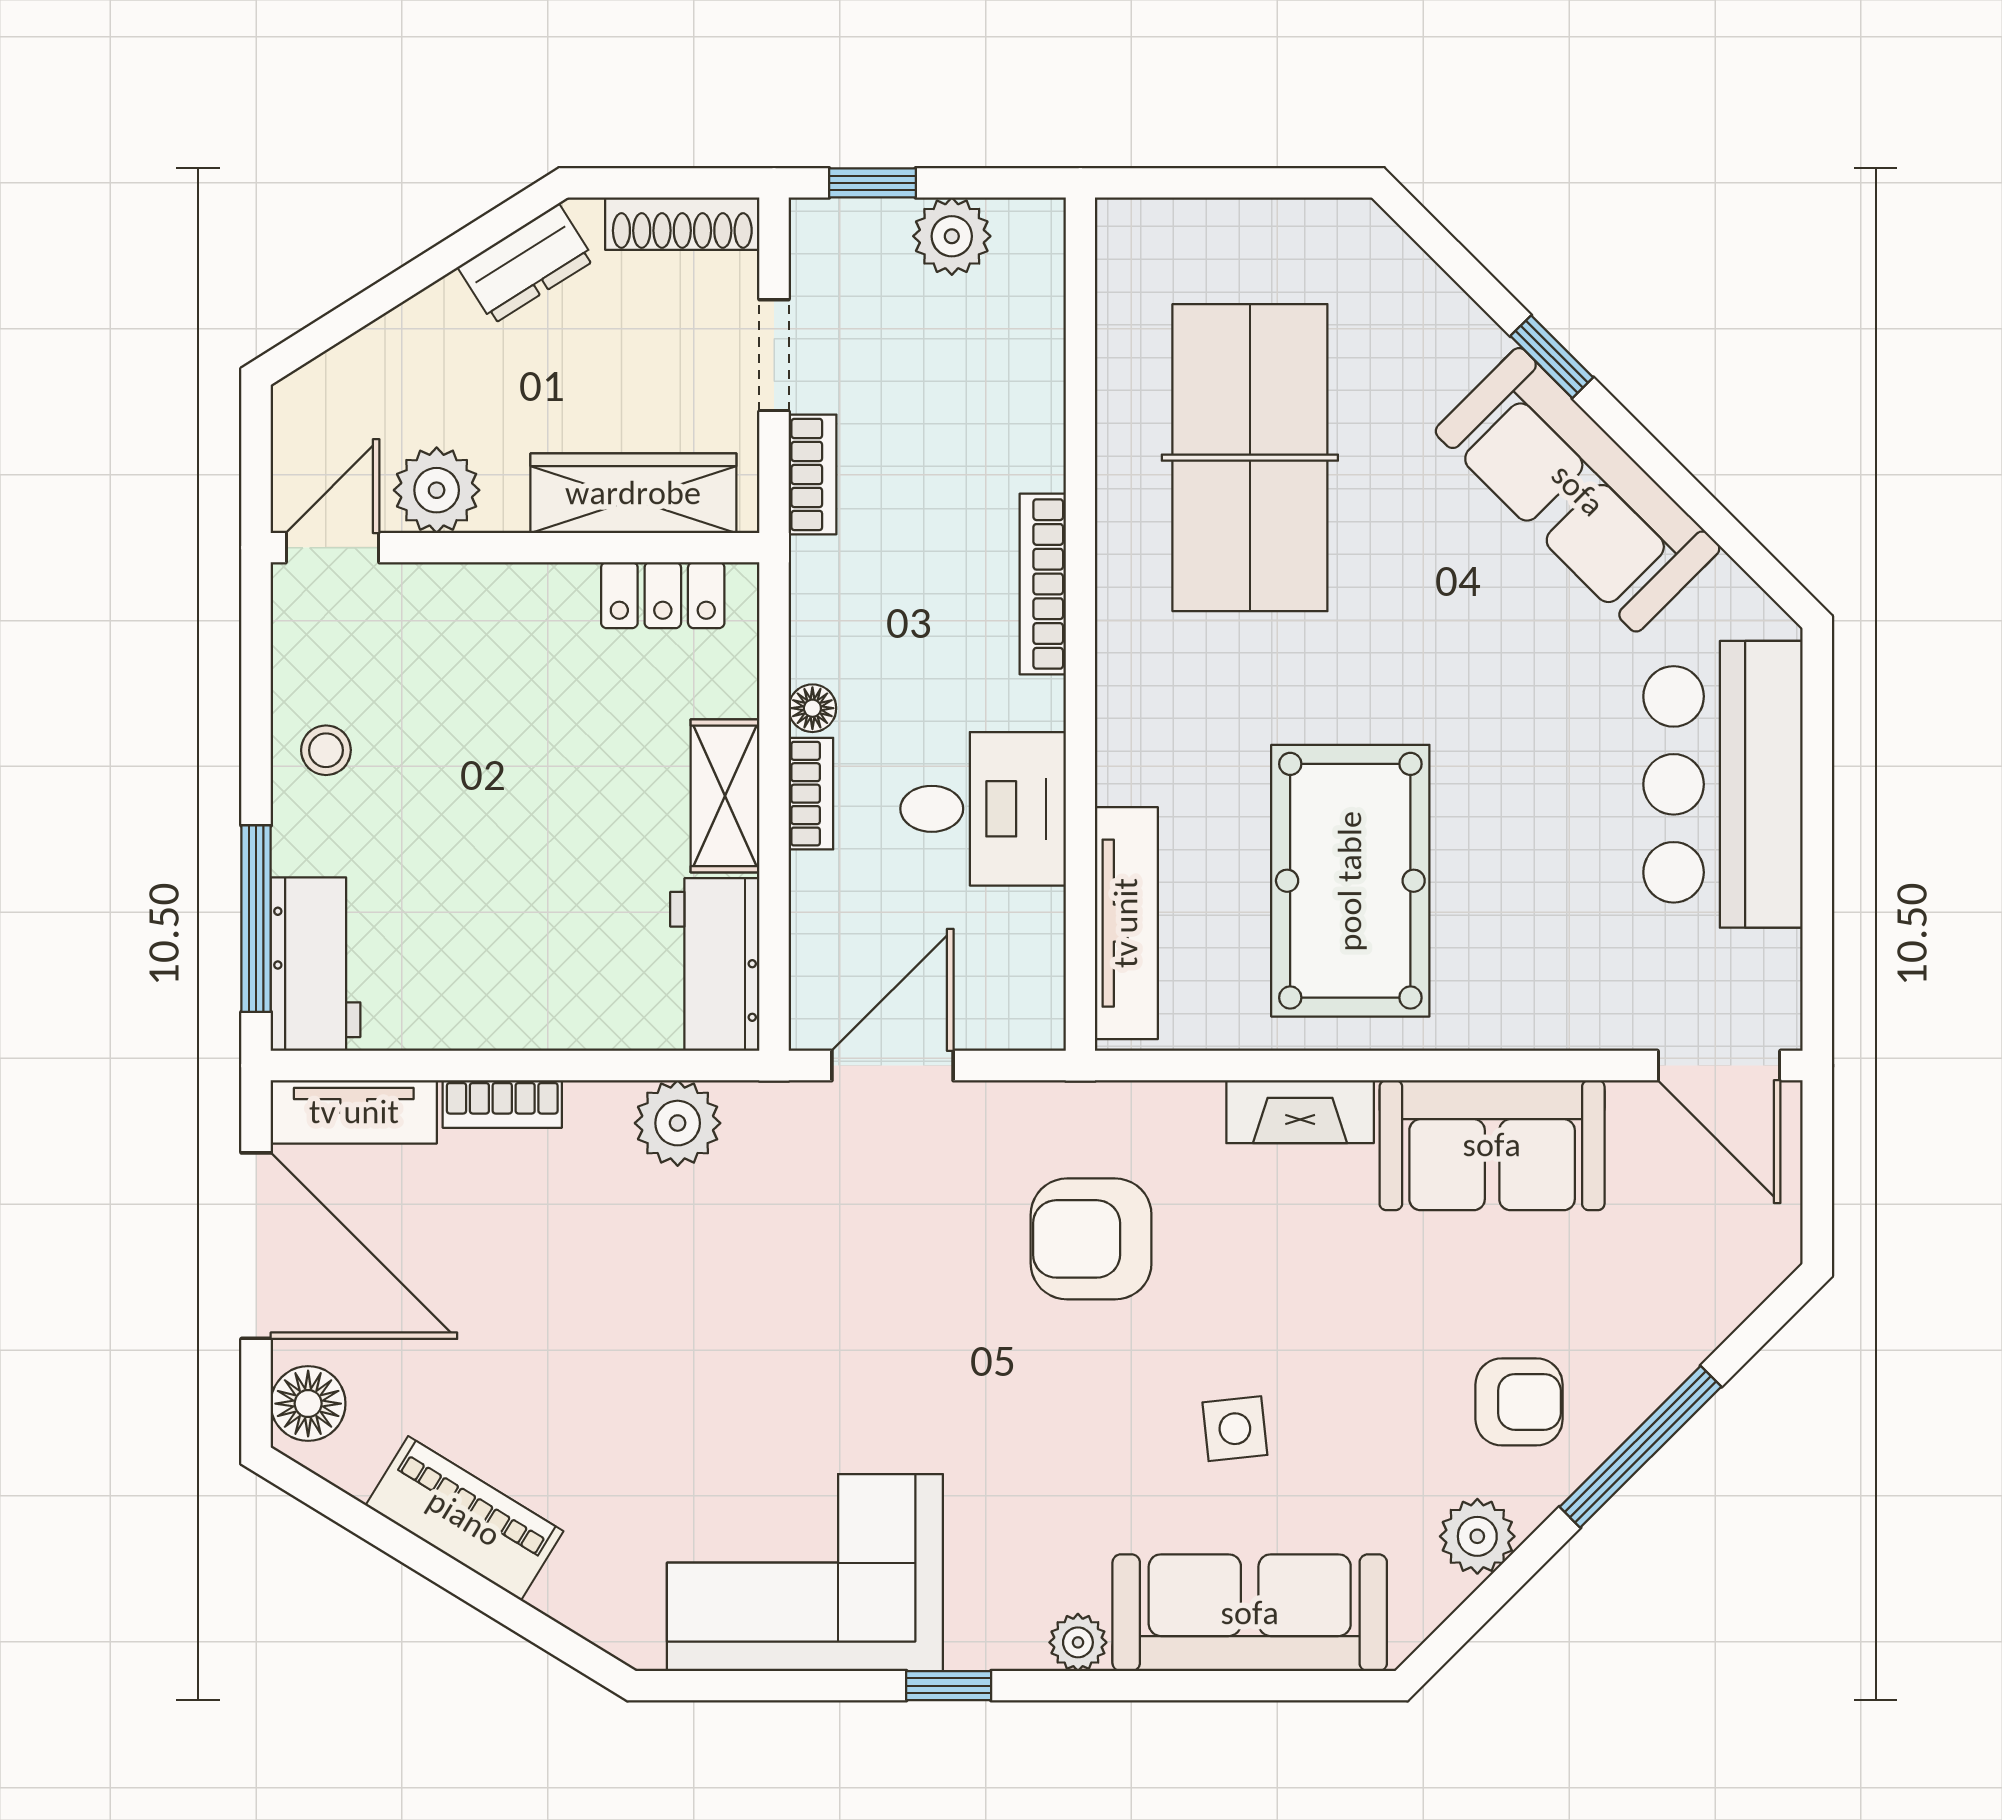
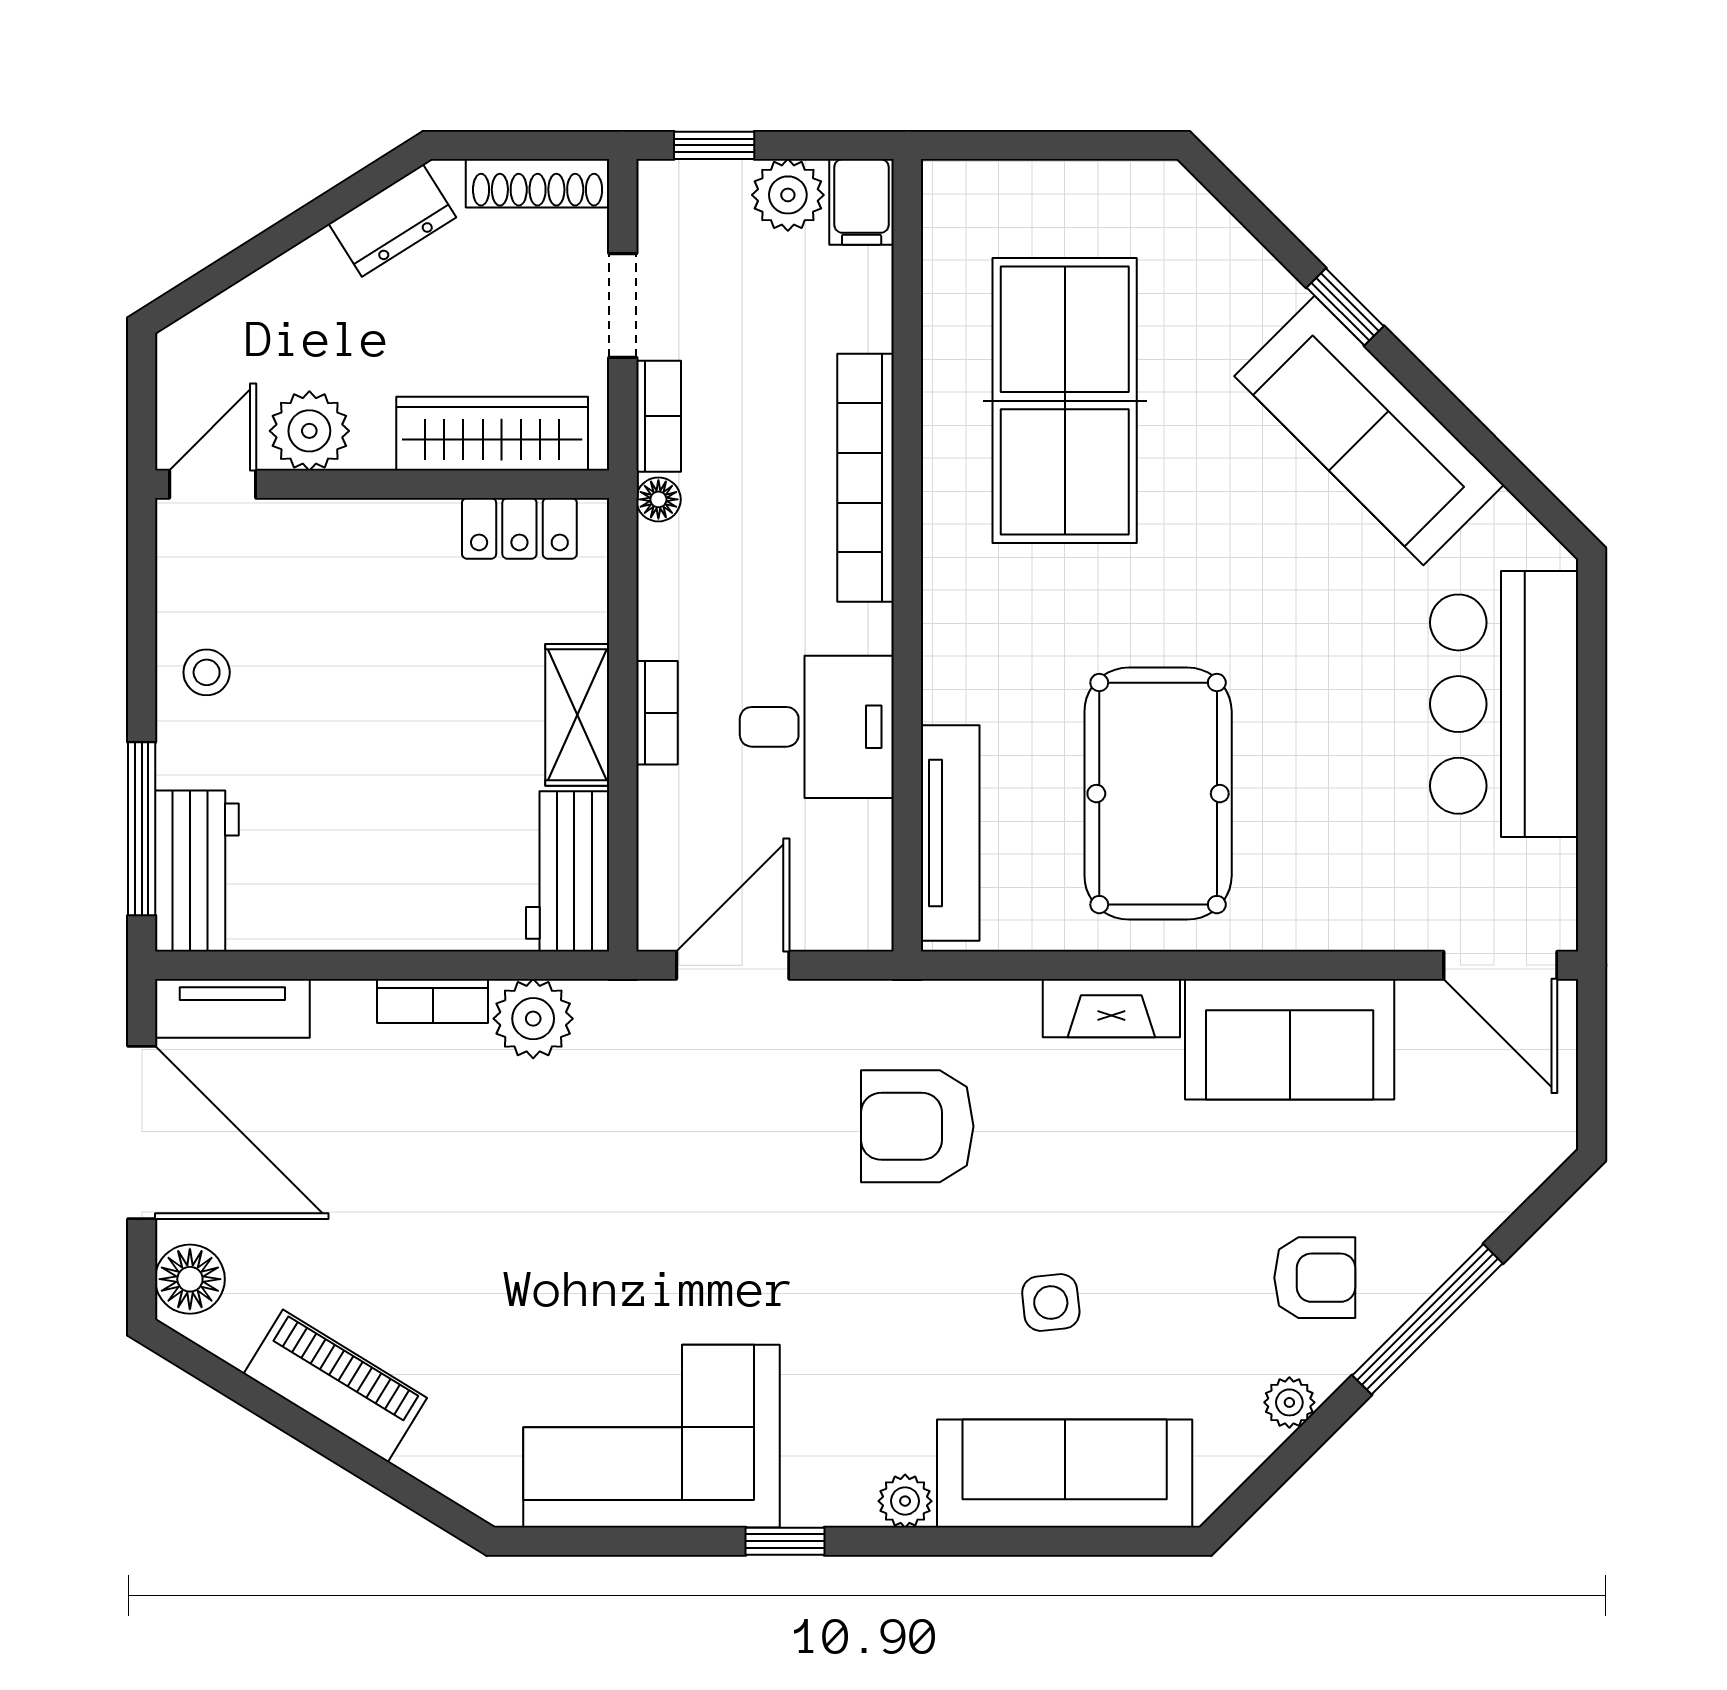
filing cabinet: (1031, 244) -> (862, 202), added
bookcase: (1043, 584) -> (866, 478), width x1.48, depth x1.31
floor lamp: (812, 708) -> (658, 499), moved
bookcase: (502, 1104) -> (433, 1001), moved
plant: (1477, 1536) -> (1289, 1402), width x0.73, depth x0.73

